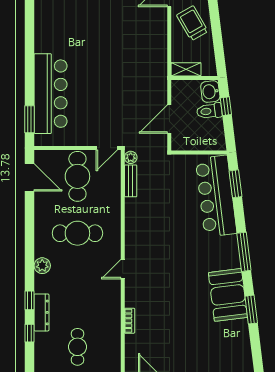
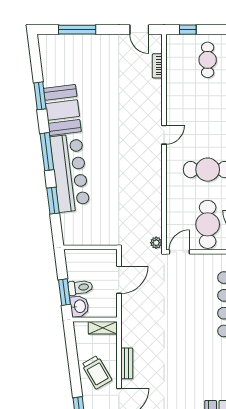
window: (226, 106) -> (64, 292), width x1.50
bench: (131, 181) -> (127, 363), moved
window: (235, 184) -> (53, 201), moved
bar counter: (216, 196) -> (70, 173), moved
bookcase: (130, 321) -> (157, 66), moved

